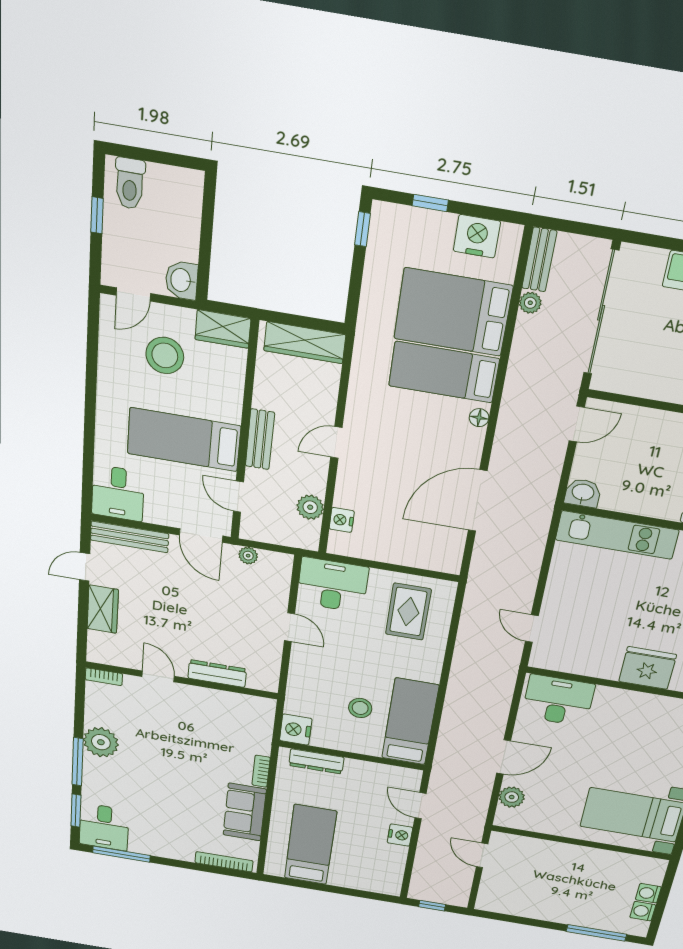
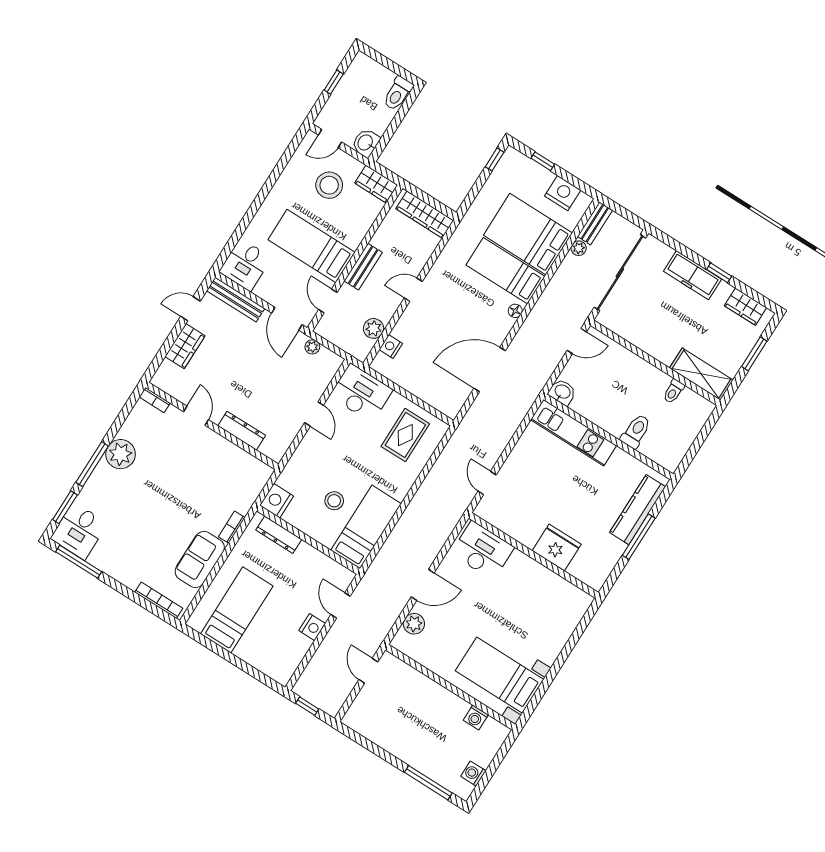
toilet: (130, 183) -> (398, 93), moved
washing machine: (648, 893) -> (476, 717), moved, turned -90

